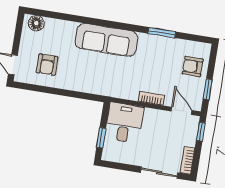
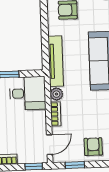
tv unit: (97, 87) -> (56, 61), added
plant: (131, 93) -> (56, 94), added

